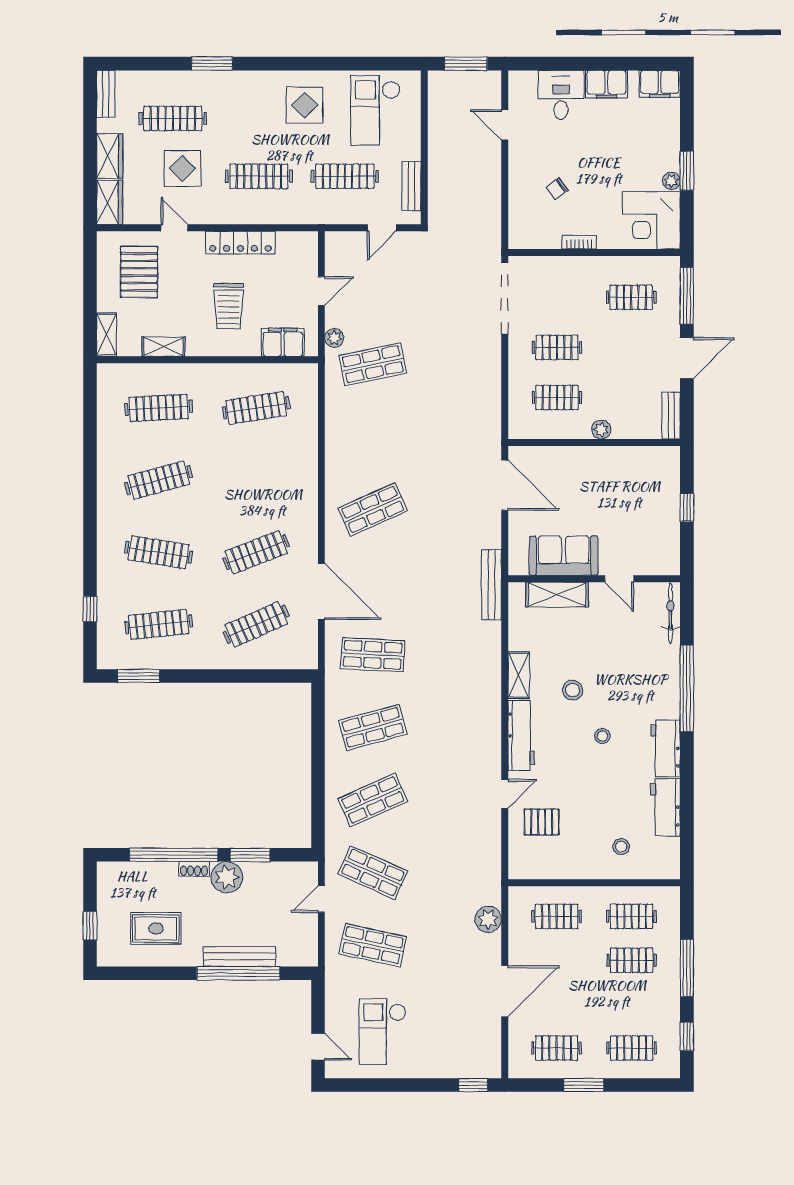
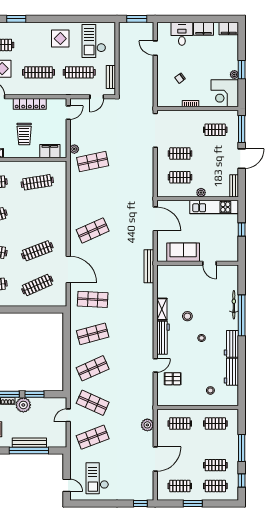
door: (321, 291) -> (68, 113), moved
kitchen unit: (629, 460) -> (214, 207), added
shelving: (557, 595) -> (180, 271), removed
bicycle: (670, 613) -> (234, 305), moved
shop shelf: (373, 945) -> (93, 437), turned -33
clothes rail: (632, 960) -> (215, 465), moved

